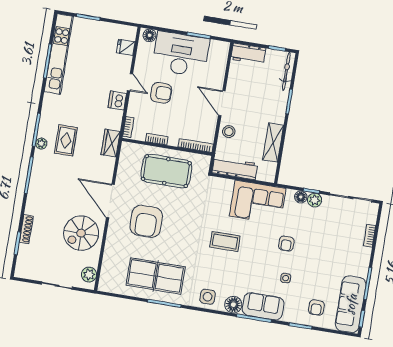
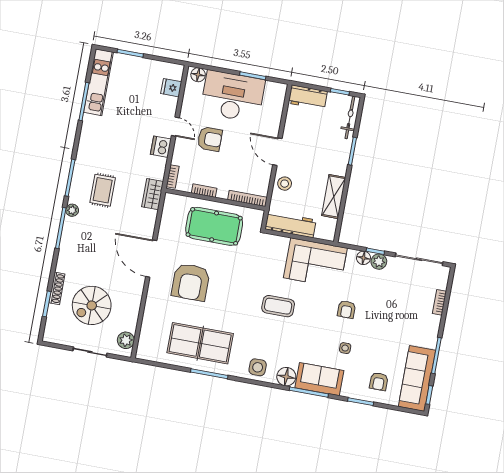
kitchen unit: (59, 54) -> (99, 82), width x0.73
plant: (41, 144) -> (72, 210), moved
spiral stairs: (81, 233) -> (92, 305), moved

